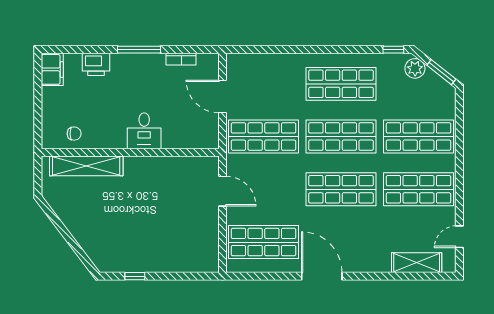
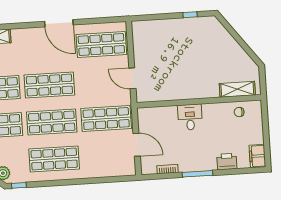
shelving: (86, 166) -> (237, 89), width x0.68

